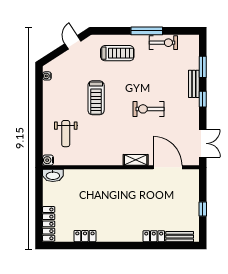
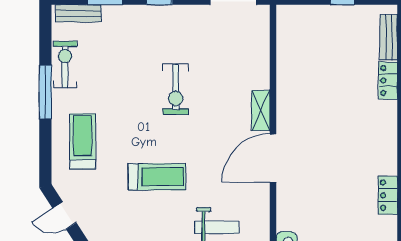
bench: (194, 84) -> (78, 13), moved
door: (168, 167) -> (273, 158), moved

